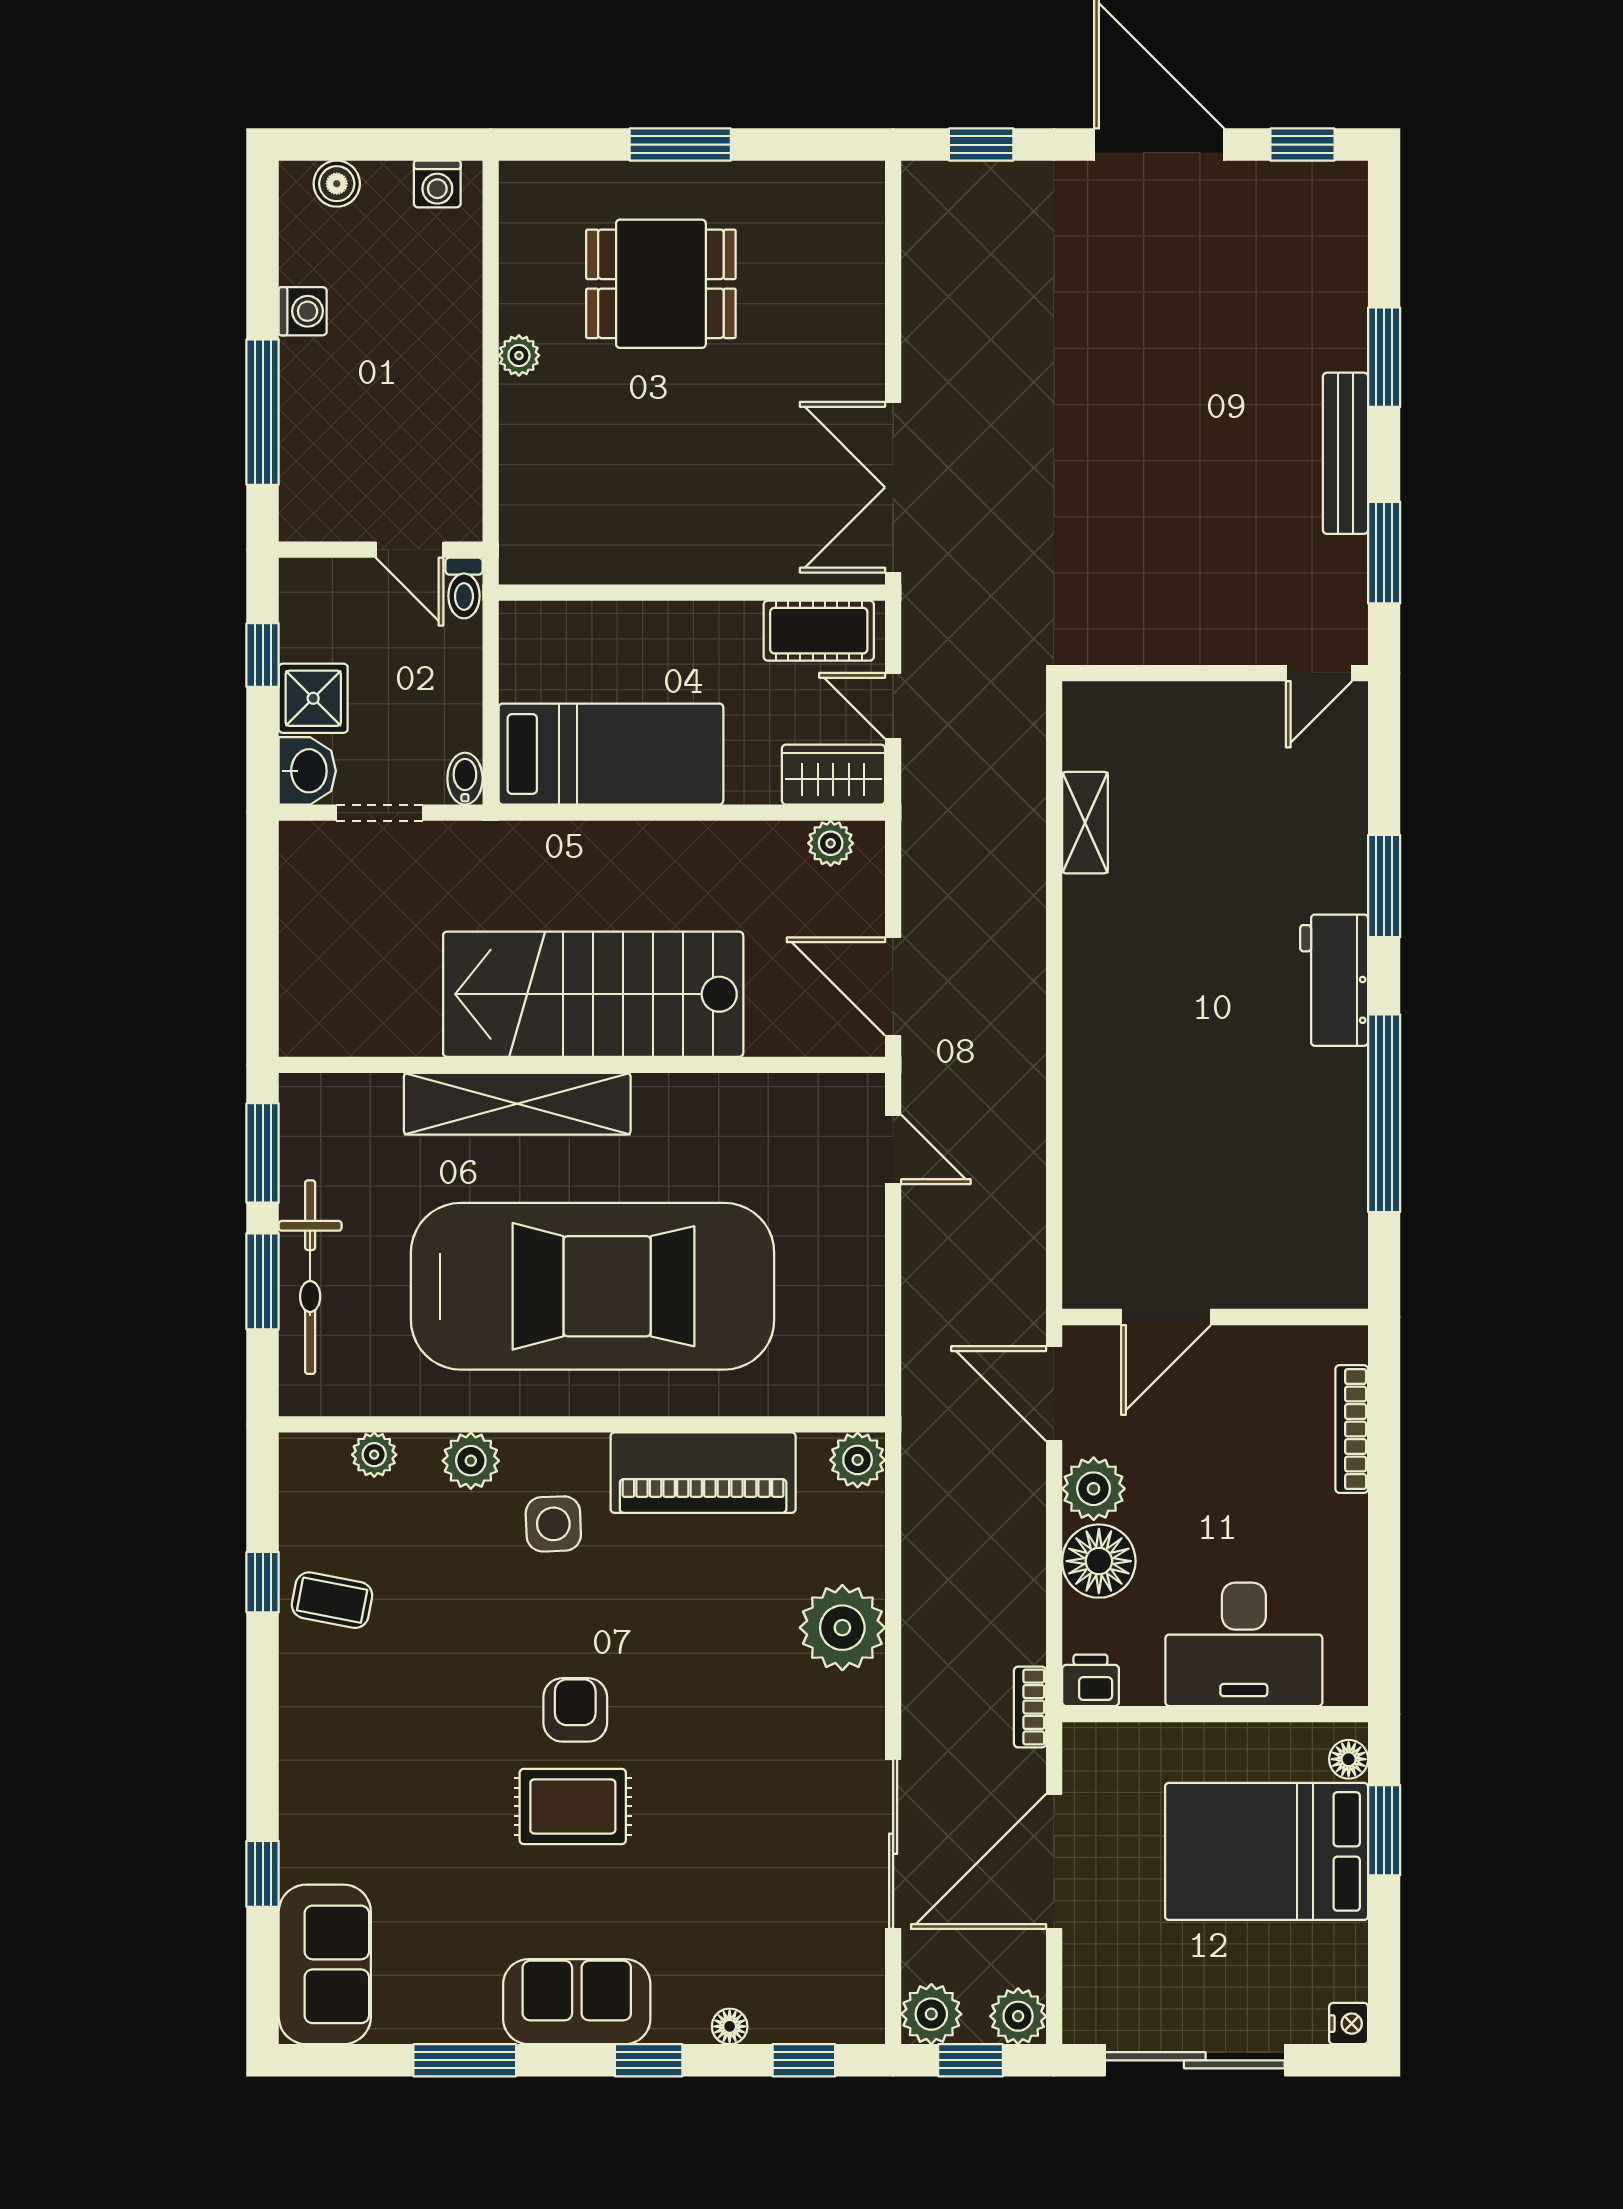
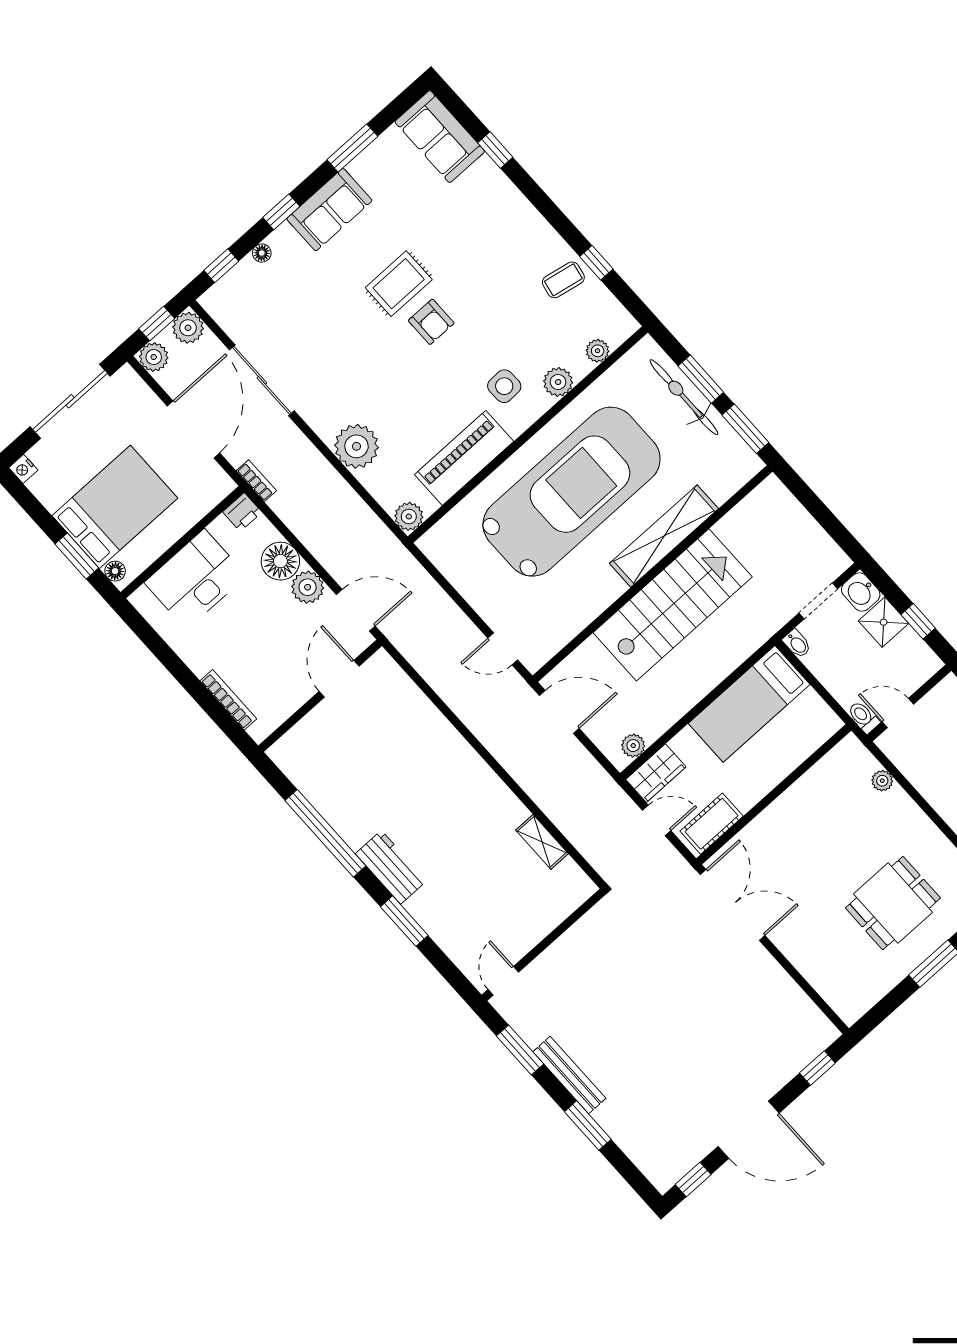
plant: (519, 355) -> (882, 781), moved
car: (593, 1286) -> (572, 492), turned 180

